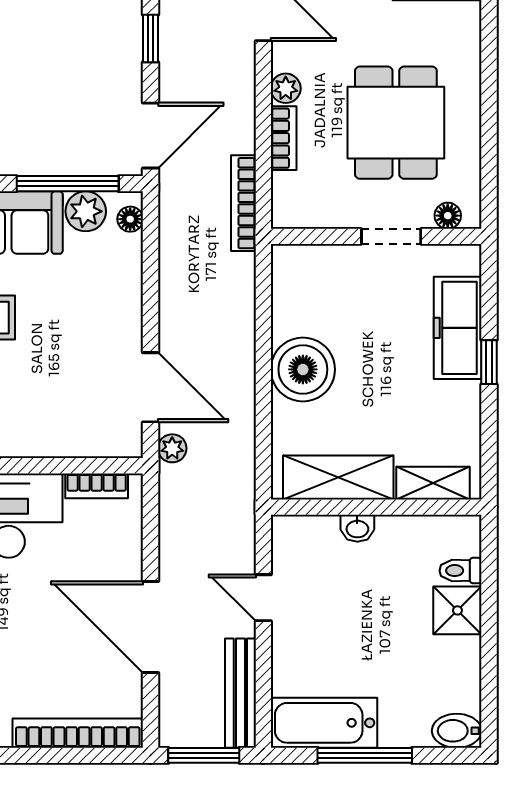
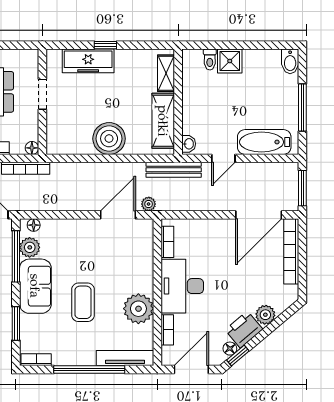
floor lamp: (448, 216) -> (32, 148), moved
washbasin: (357, 528) -> (189, 144), moved
door: (150, 627) -> (259, 215), moved
bench: (240, 693) -> (174, 170), moved
bathtub: (324, 723) -> (264, 142), moved, turned 90

